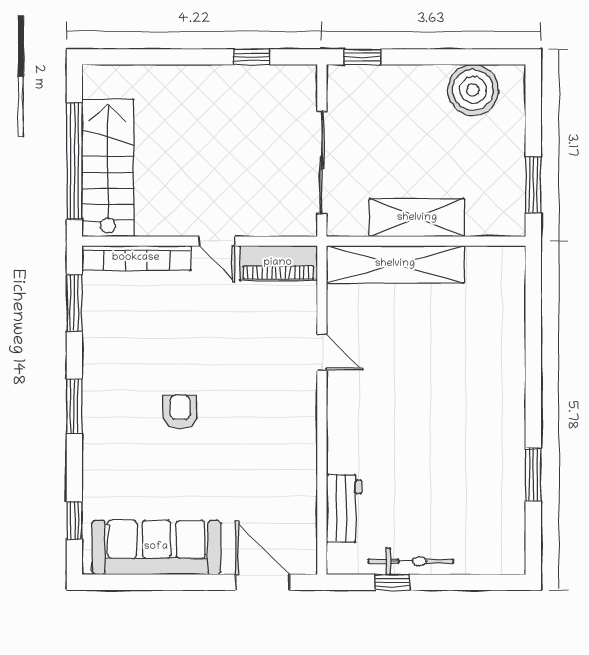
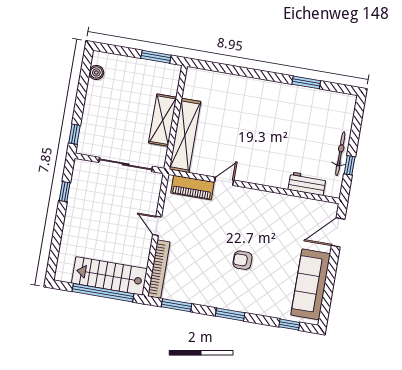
boiler: (473, 90) -> (96, 72), width x0.54, depth x0.54
door: (217, 241) -> (157, 226), swing flipped
piano: (278, 263) -> (192, 188), moved, turned 90

